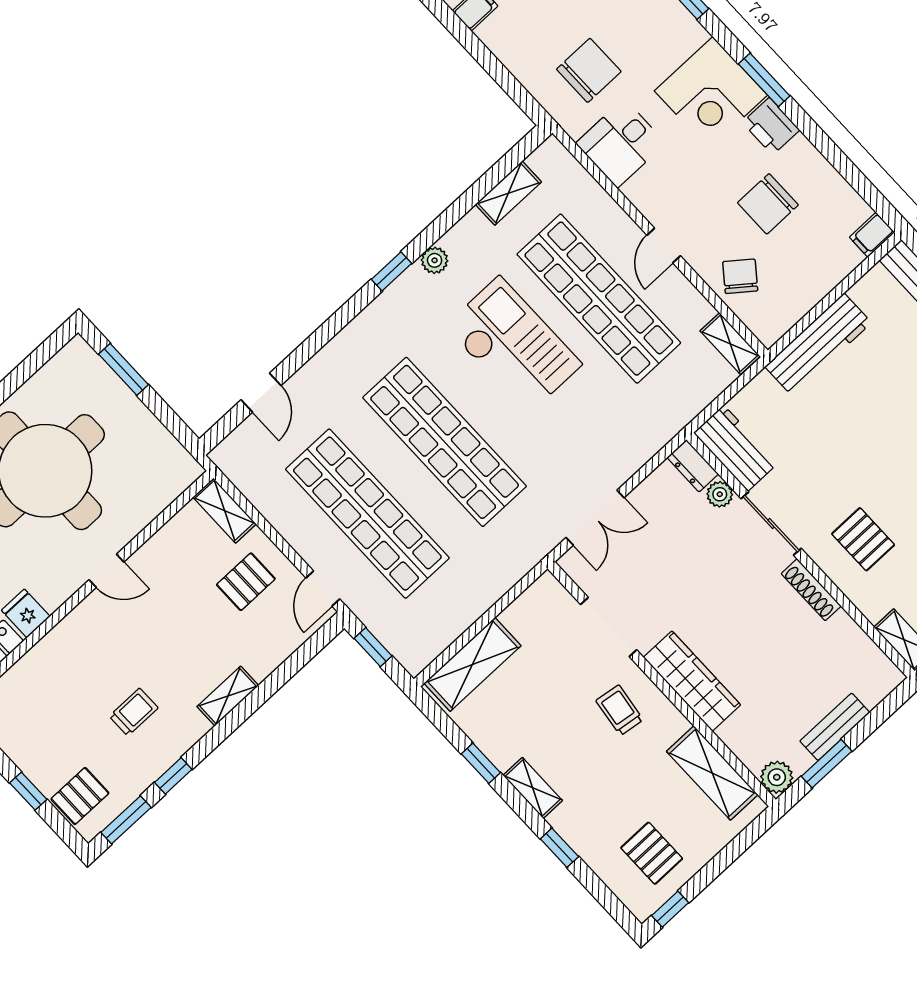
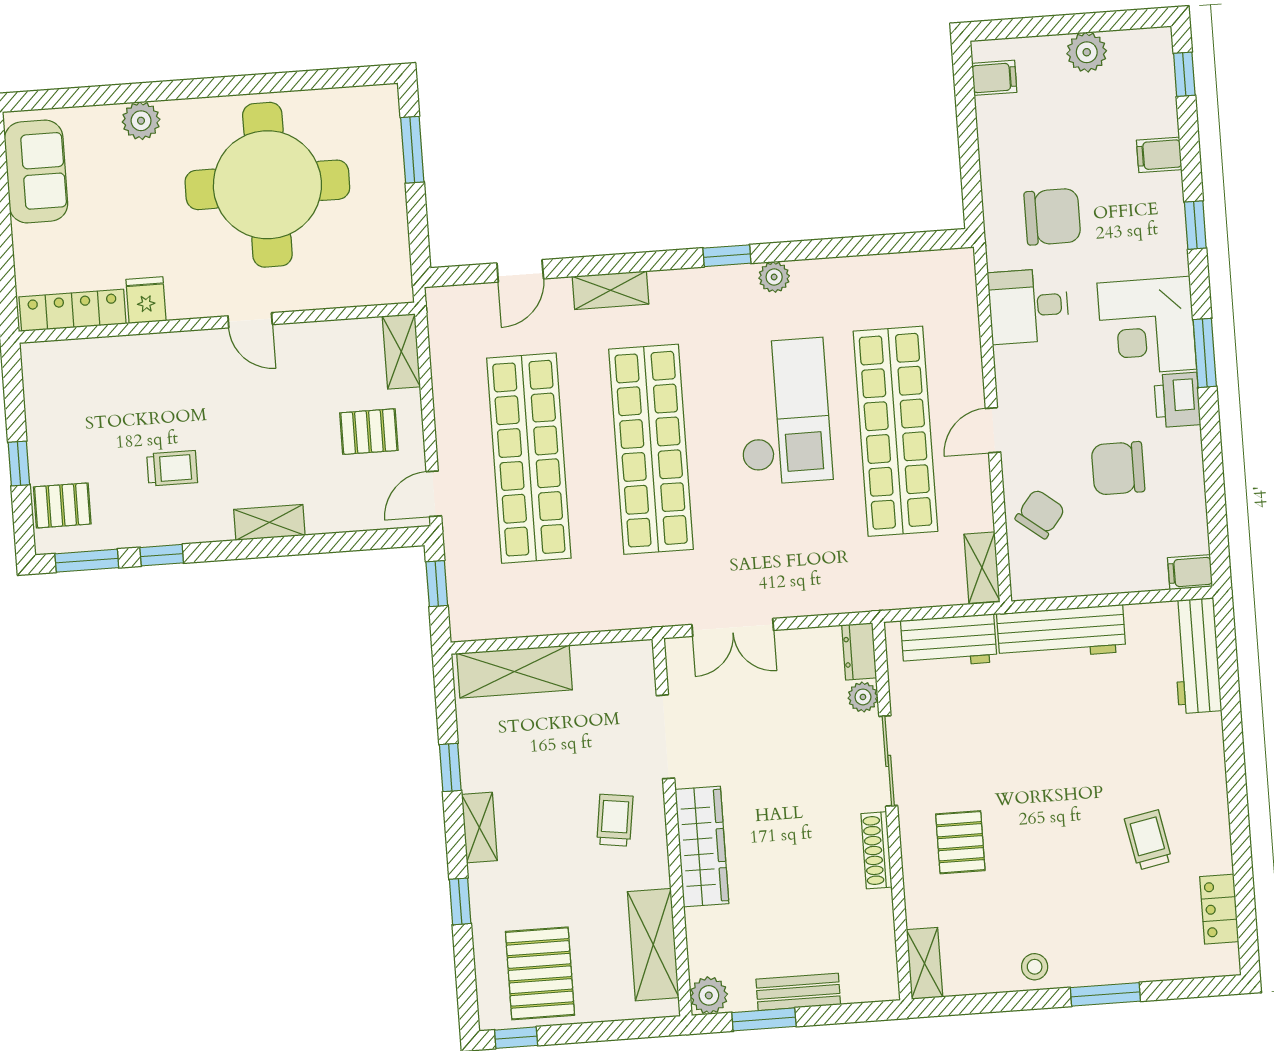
shelving: (508, 193) -> (611, 290), moved
workbench: (736, 448) -> (949, 641), moved, turned 90
pallet: (652, 853) -> (540, 973), width x1.50, depth x1.42

